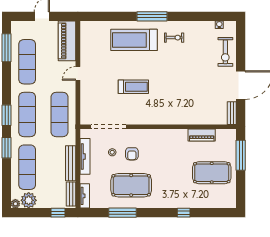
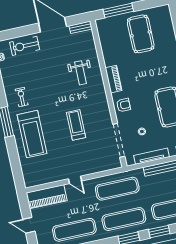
exercise bike: (225, 52) -> (25, 46), turned 180
weight bench: (186, 103) -> (81, 73), added
piano: (202, 135) -> (114, 79), moved
armchair: (132, 154) -> (123, 105), moved

